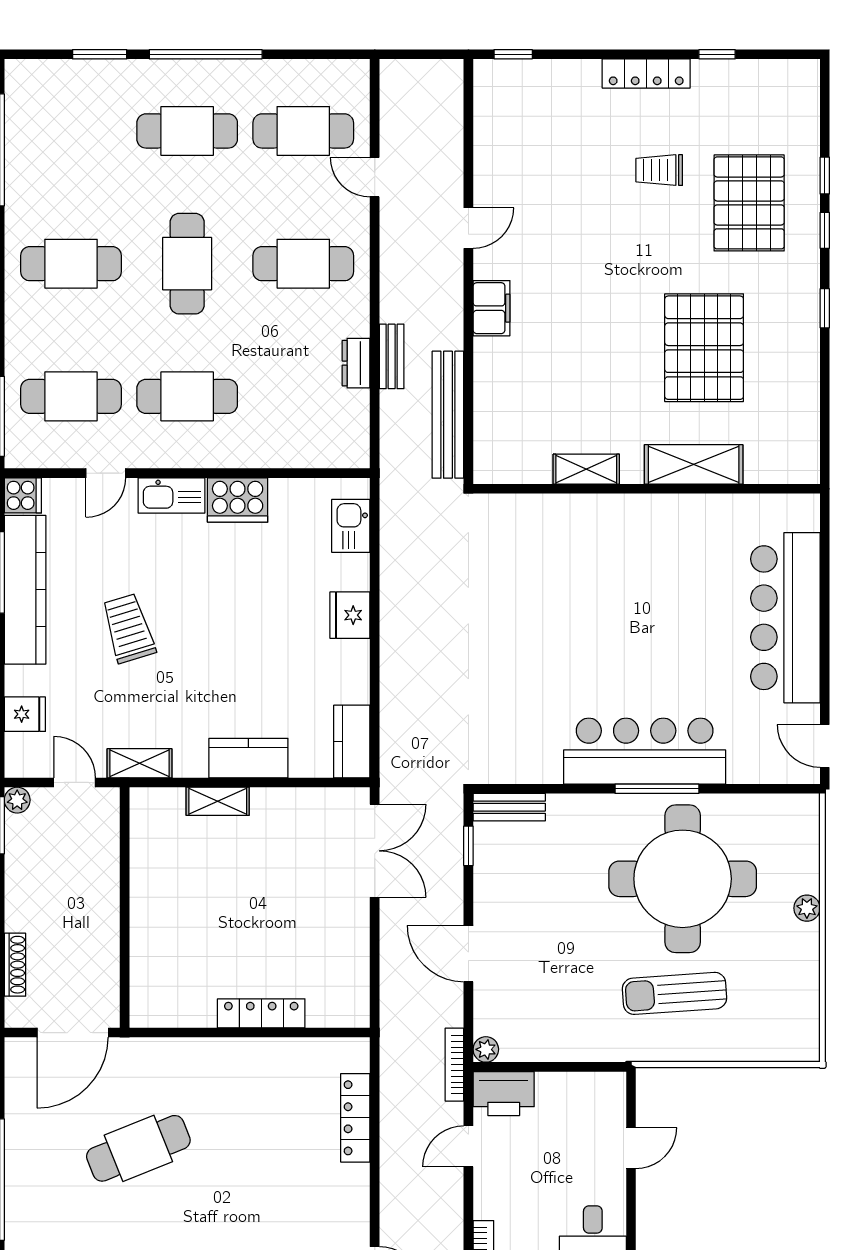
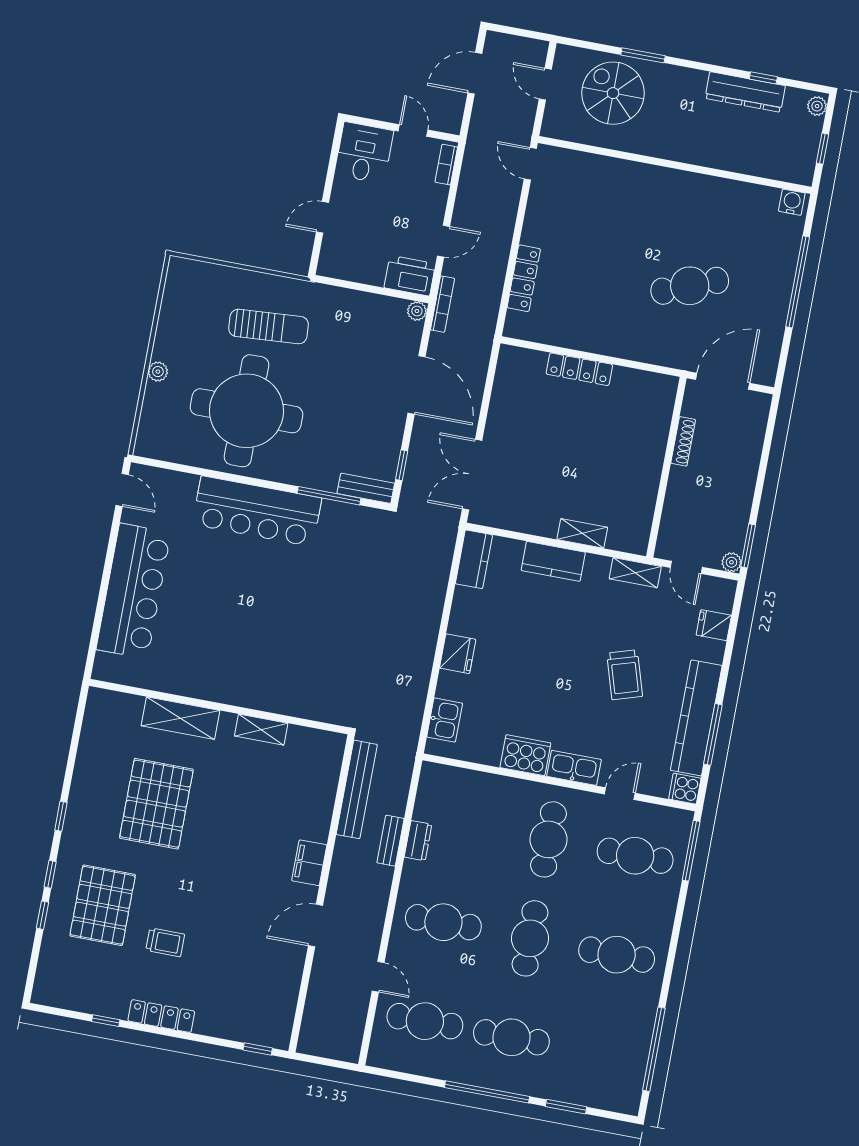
door: (468, 228) -> (315, 926), width x1.38
cafe table: (187, 396) -> (549, 839), turned 90
window: (657, 789) -> (329, 496), moved
door: (468, 954) -> (417, 385), width x1.36
shoe rack: (15, 965) -> (683, 441), moved, turned 180

